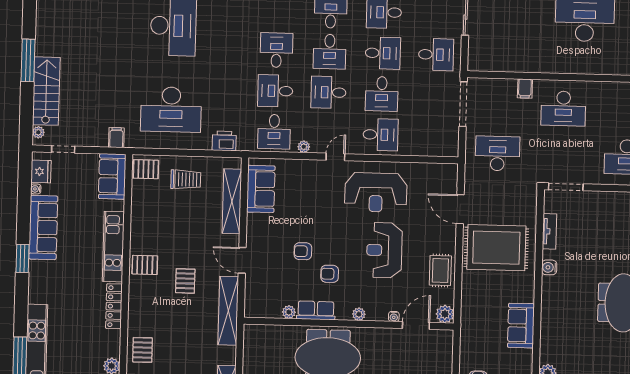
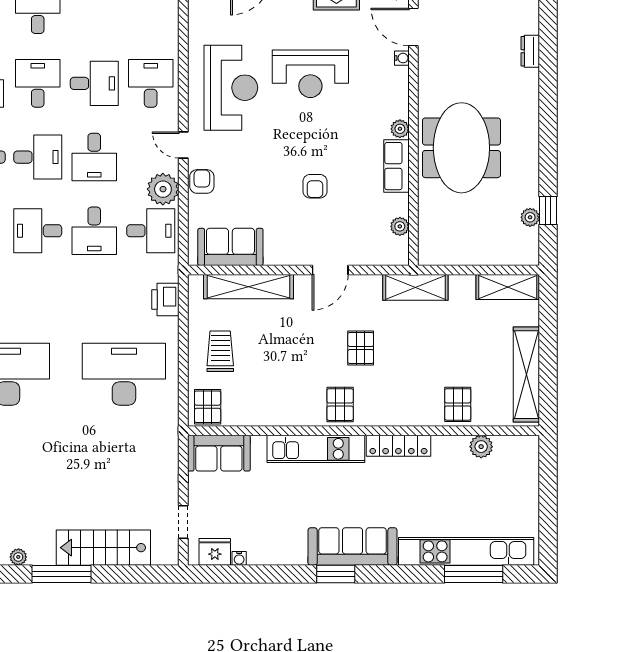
desk: (171, 109) -> (124, 374), turned -90
plant: (38, 132) -> (18, 557), moved
filing cabinet: (116, 138) -> (165, 449), removed
plant: (304, 147) -> (163, 189), width x1.88, depth x1.88
sofa: (43, 227) -> (353, 547), moved
armchair: (330, 274) -> (202, 181), moved, turned 180
pallet: (185, 281) -> (361, 348), turned 90
shelving: (228, 311) -> (415, 287), width x0.68
plant: (289, 312) -> (400, 226), moved
plant: (359, 314) -> (400, 129), moved
pallet: (143, 350) -> (458, 404), turned 90

